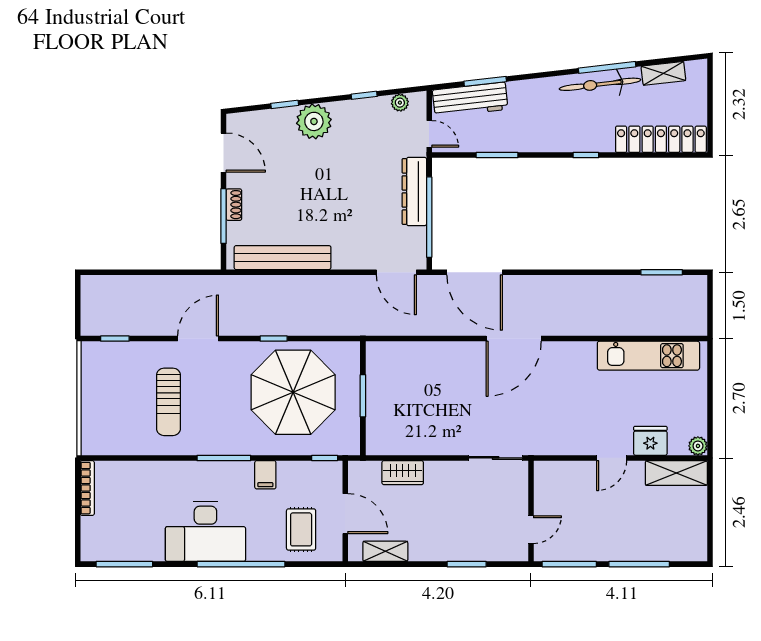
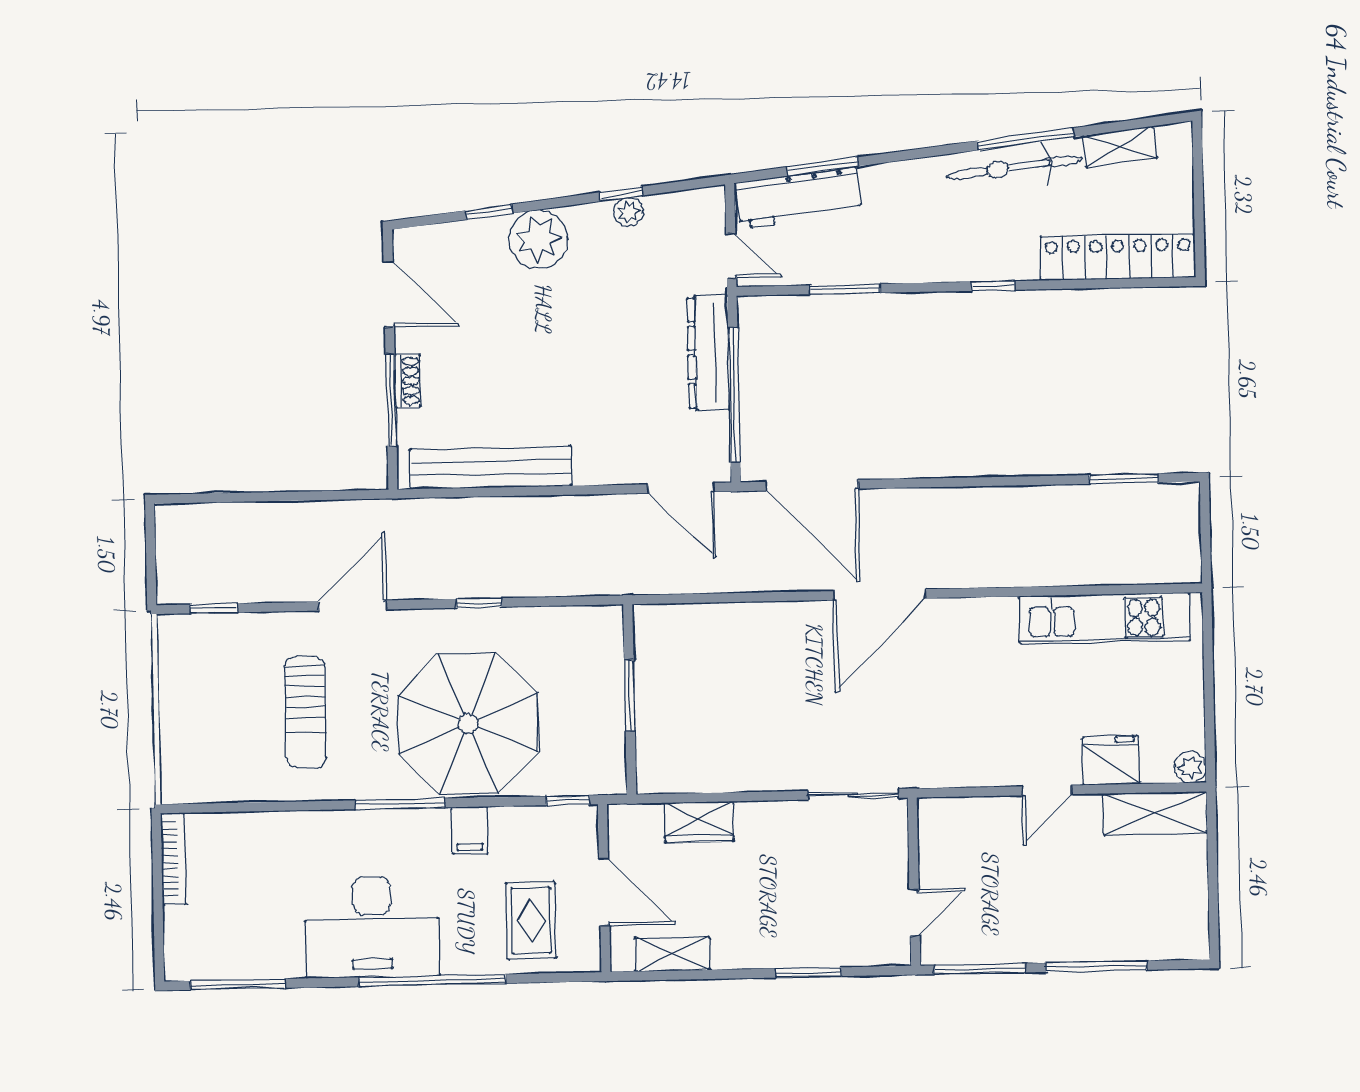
plant: (400, 103) -> (629, 212), moved
parasol: (293, 392) -> (468, 724), moved

